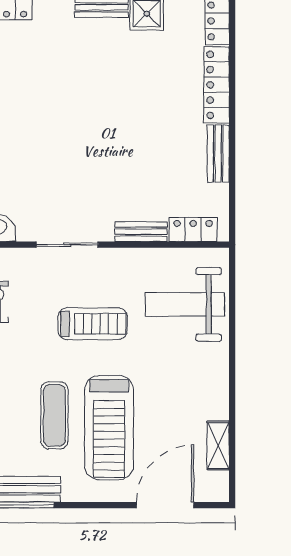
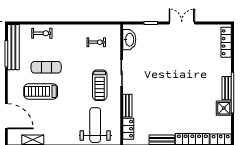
treadmill: (93, 324) -> (100, 85), moved
treadmill: (109, 428) -> (41, 91), width x0.73, depth x0.73

